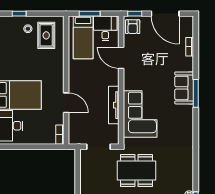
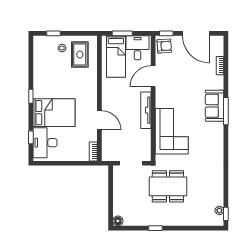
armchair: (133, 27) -> (164, 46), turned -94
door: (121, 58) -> (153, 76), hinge flipped
tv unit: (114, 105) -> (146, 110), moved

